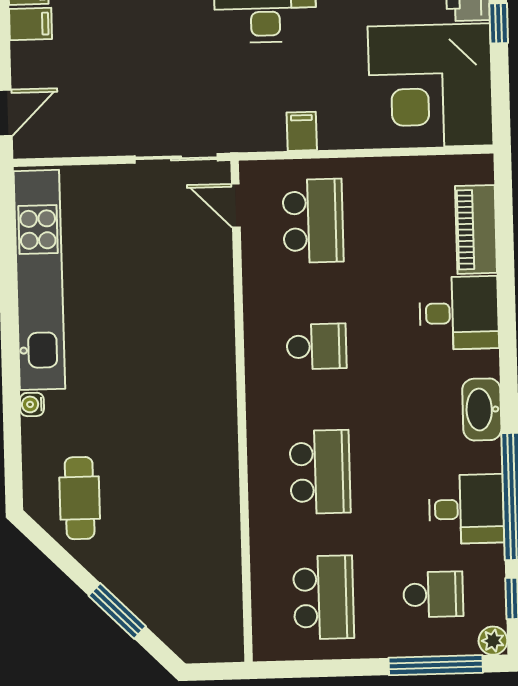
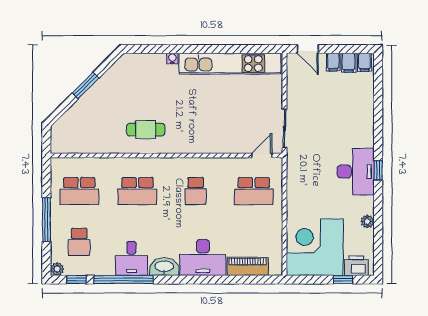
filing cabinet: (302, 131) -> (333, 62), moved, turned 90
desk: (459, 313) -> (203, 257), width x1.37
cafe table: (80, 498) -> (146, 130), moved
desk: (466, 509) -> (132, 258), moved
window: (117, 611) -> (86, 85), moved
window: (436, 665) -> (46, 220), moved

